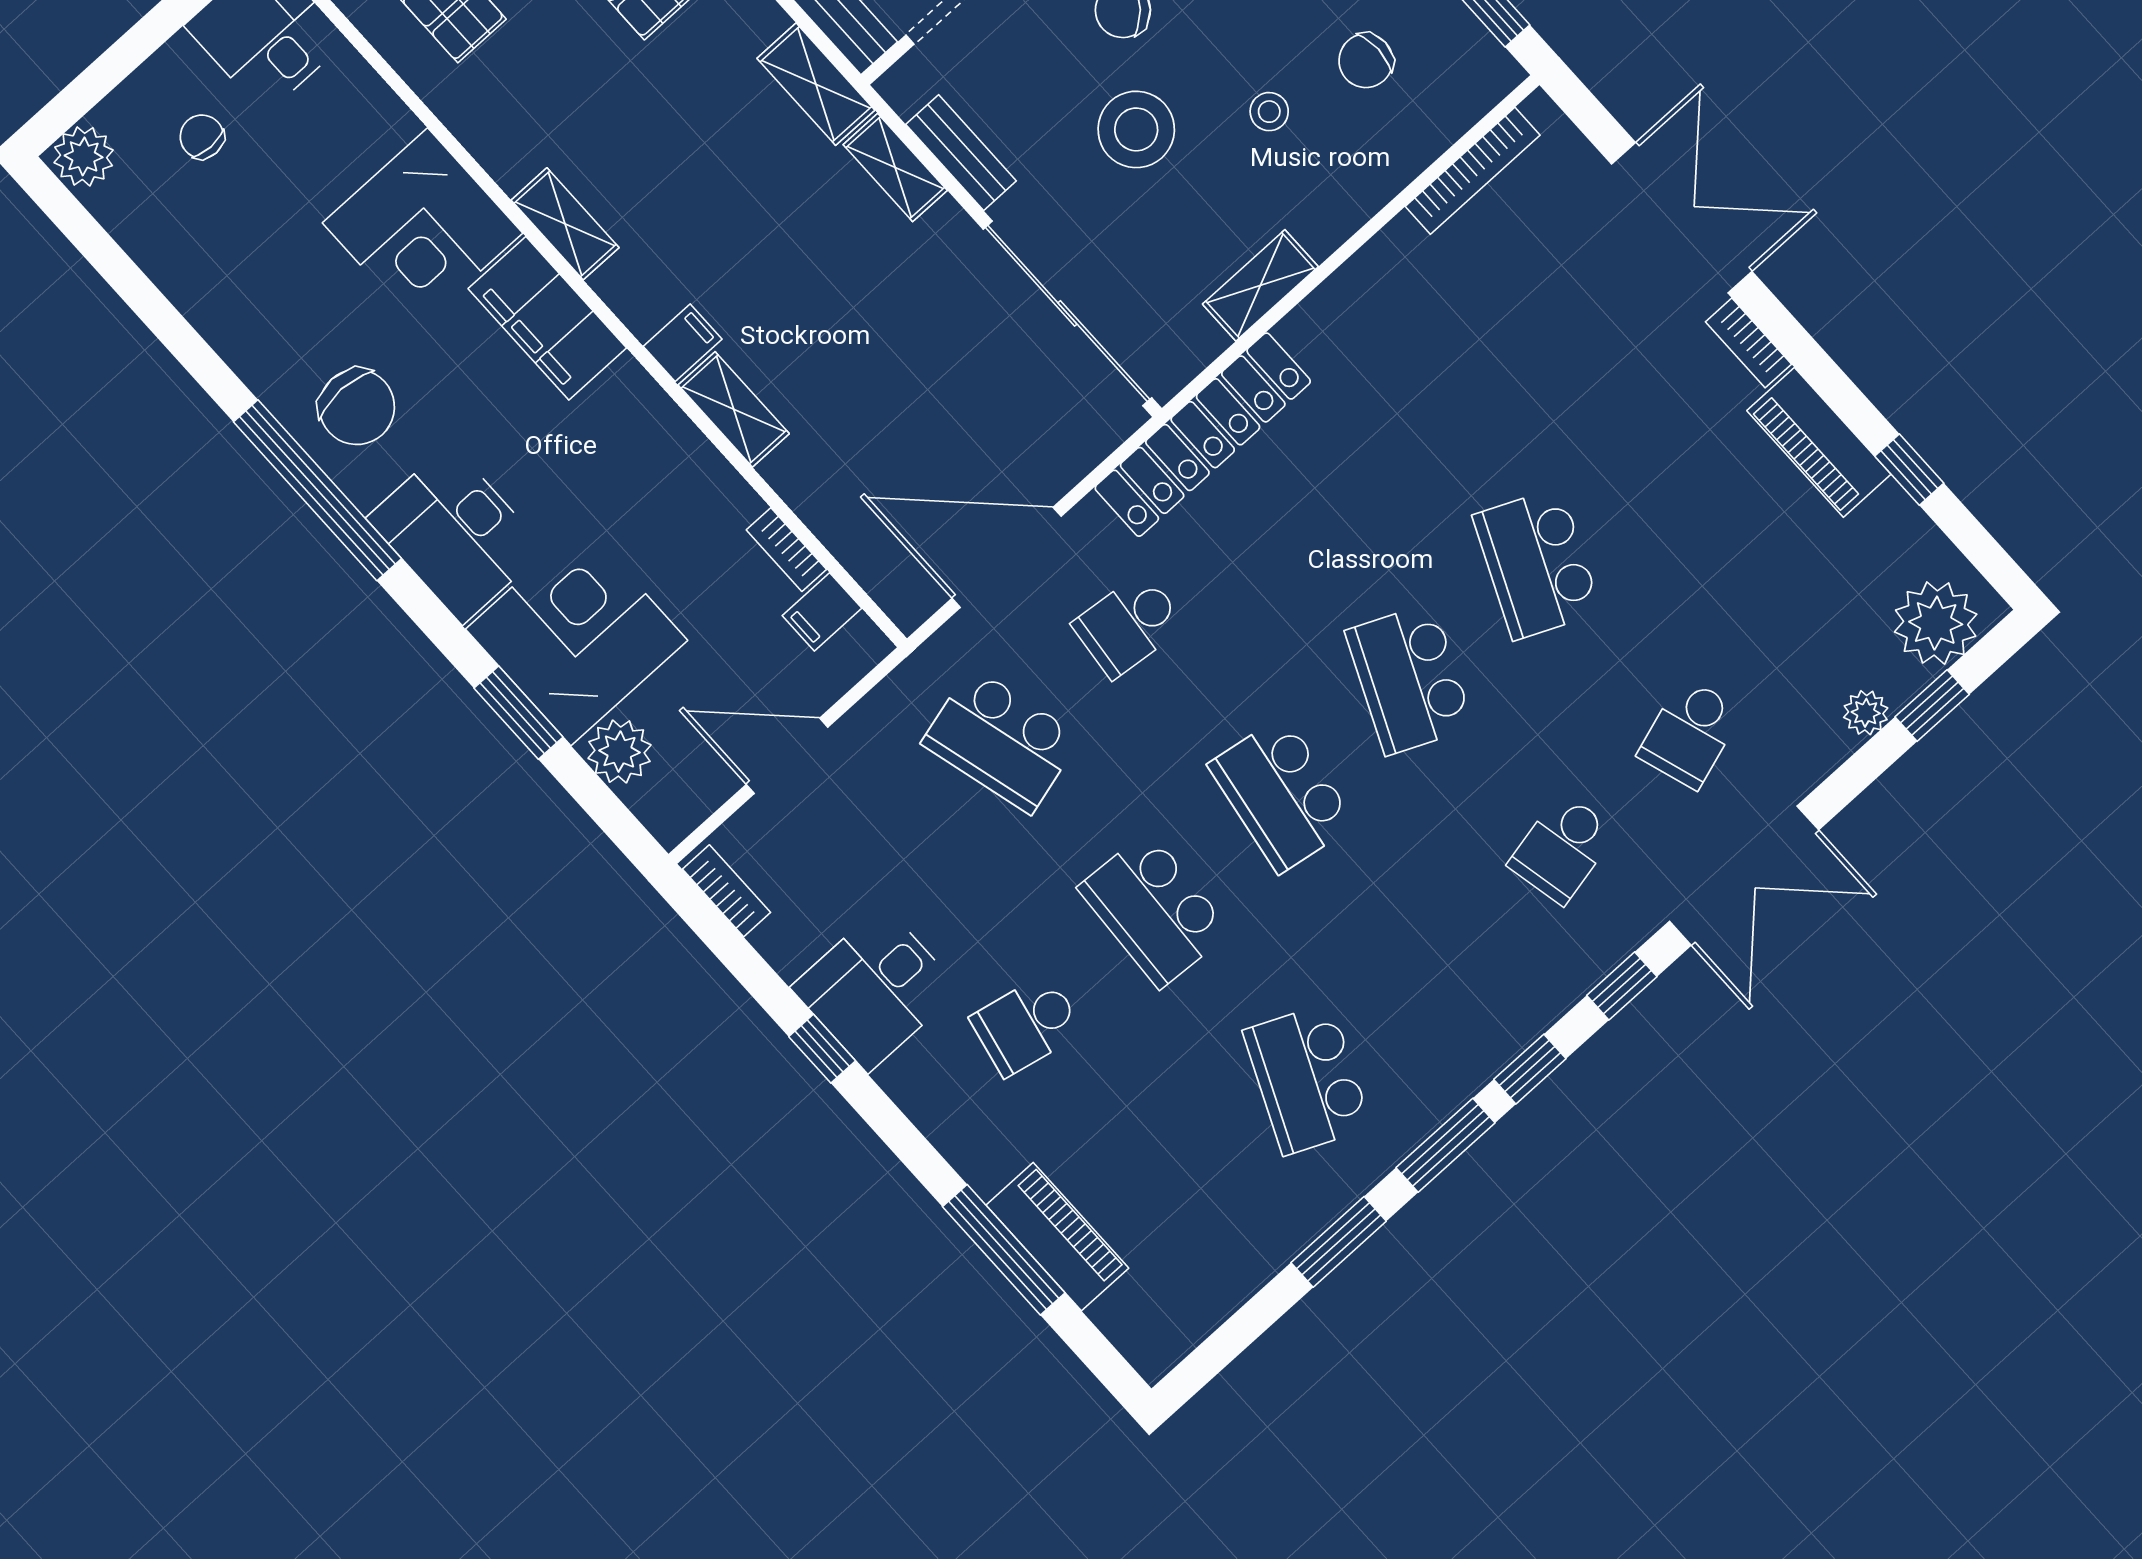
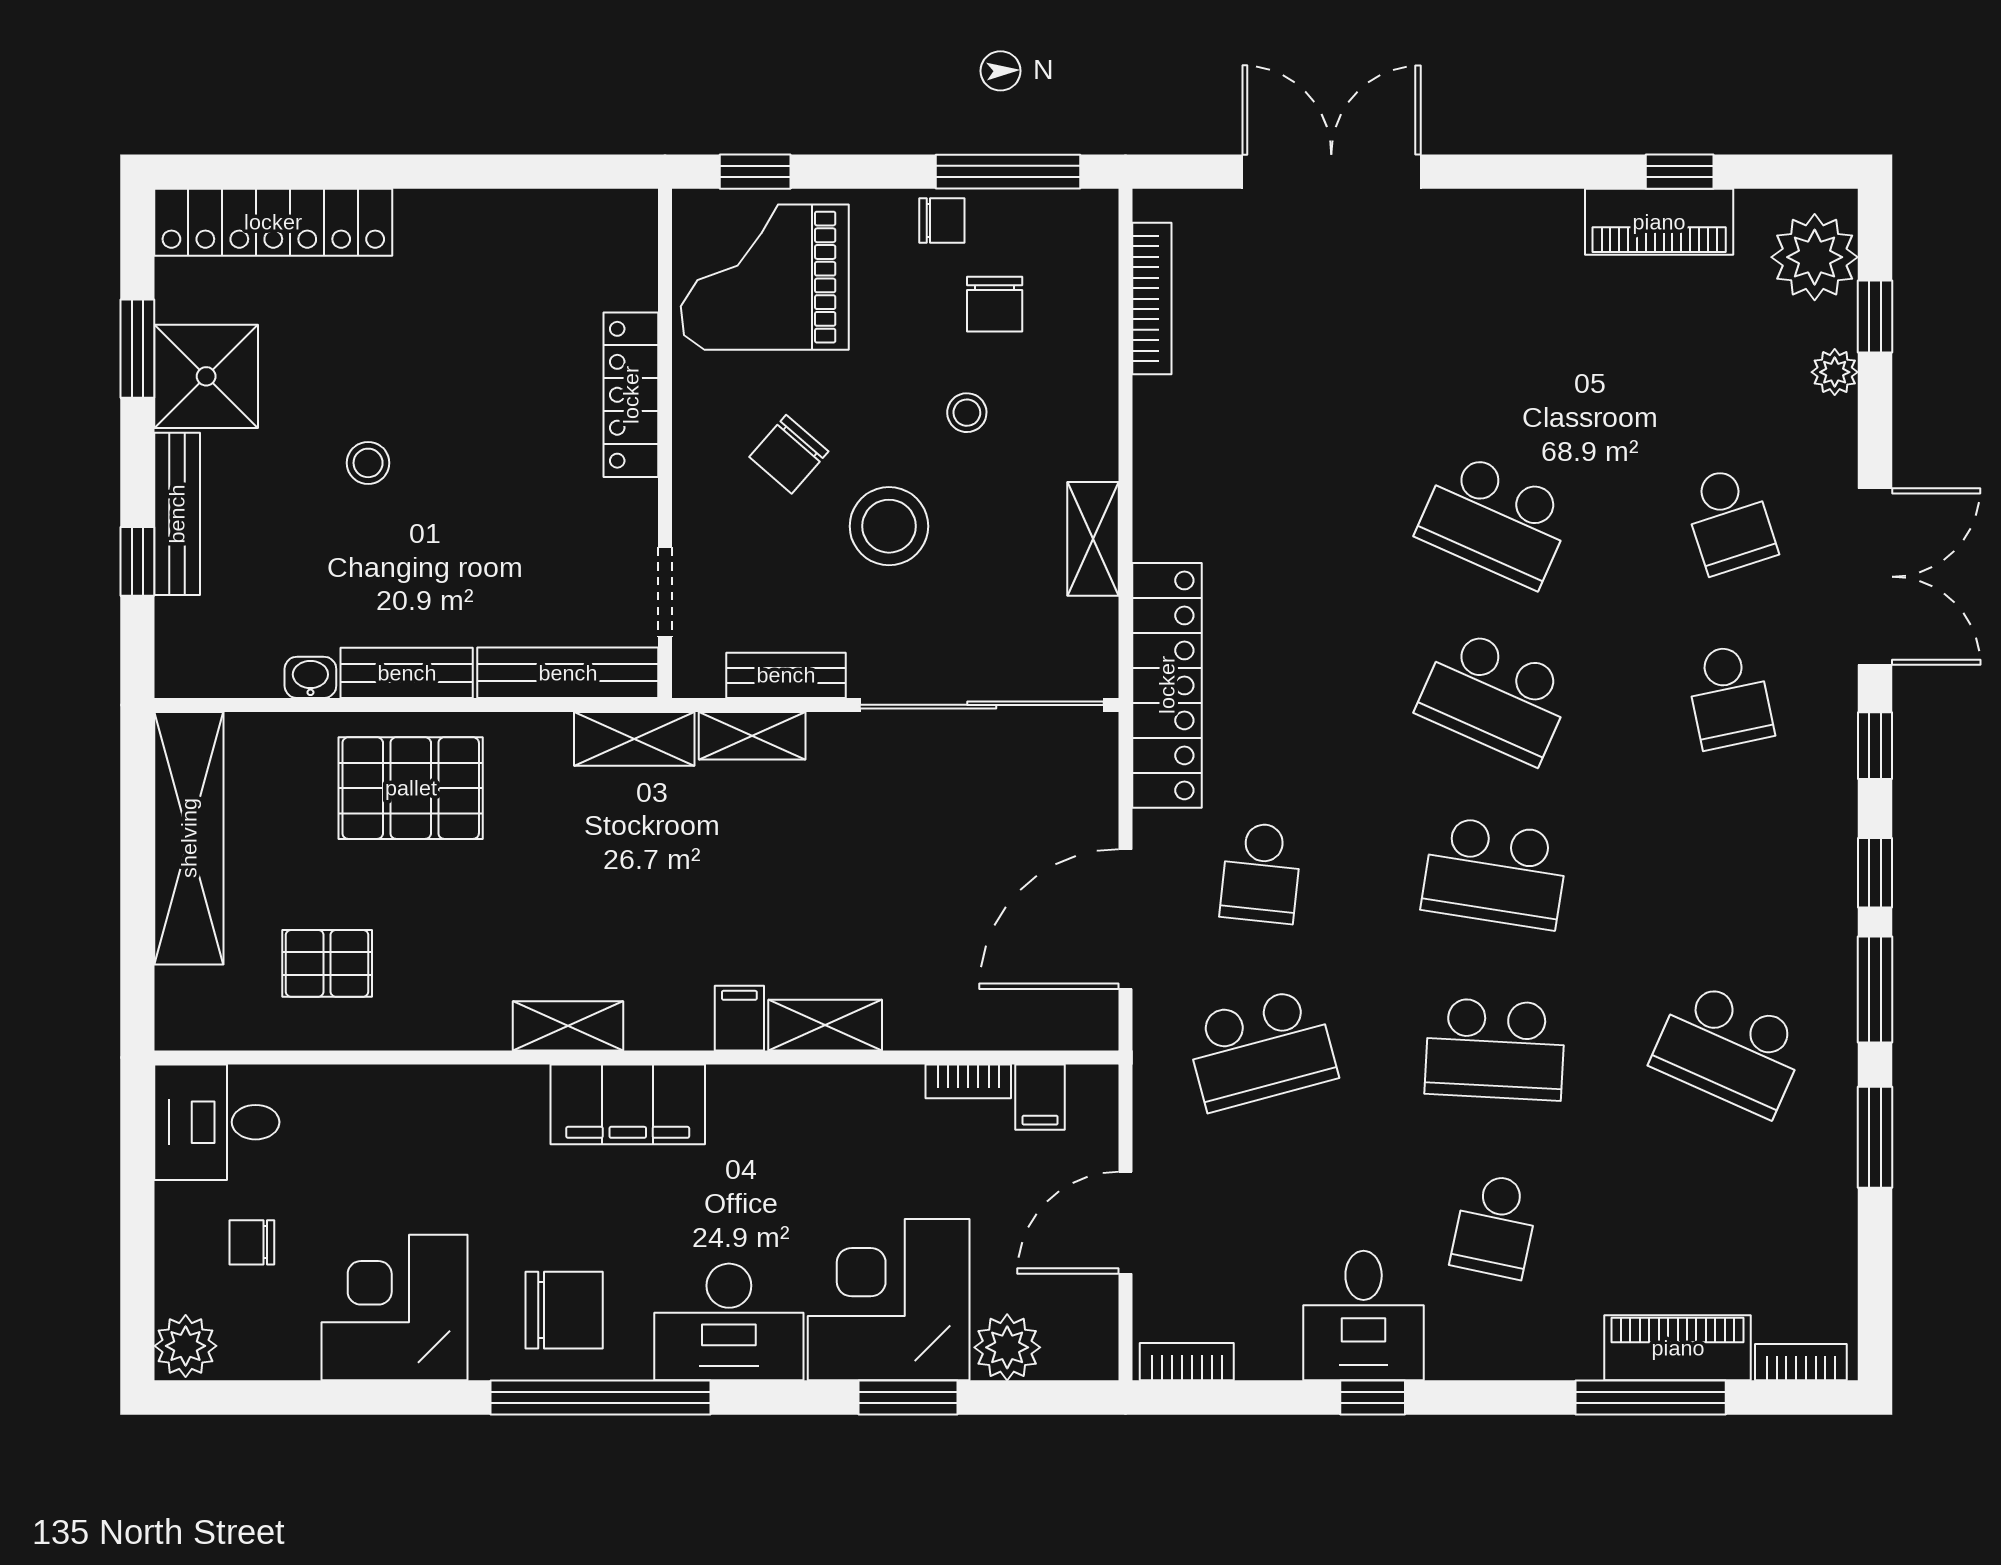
corner desk: (423, 228) -> (394, 1308), moved, turned 180
bookcase: (1748, 343) -> (1801, 1362), moved, turned 180
piano: (1819, 442) -> (1659, 222), moved

